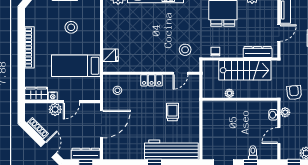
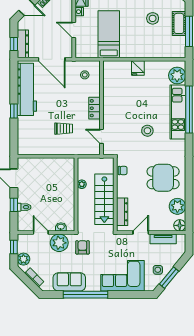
stool: (71, 27) -> (153, 18), moved
door: (279, 33) -> (141, 233), swing flipped
stool: (185, 50) -> (147, 131), moved
fridge: (110, 55) -> (138, 68), moved
armchair: (294, 93) -> (82, 247), turned -85
plant: (55, 109) -> (66, 14), removed
plant: (285, 112) -> (59, 243), width x1.87, depth x1.87
workbench: (171, 150) -> (27, 89), moved

